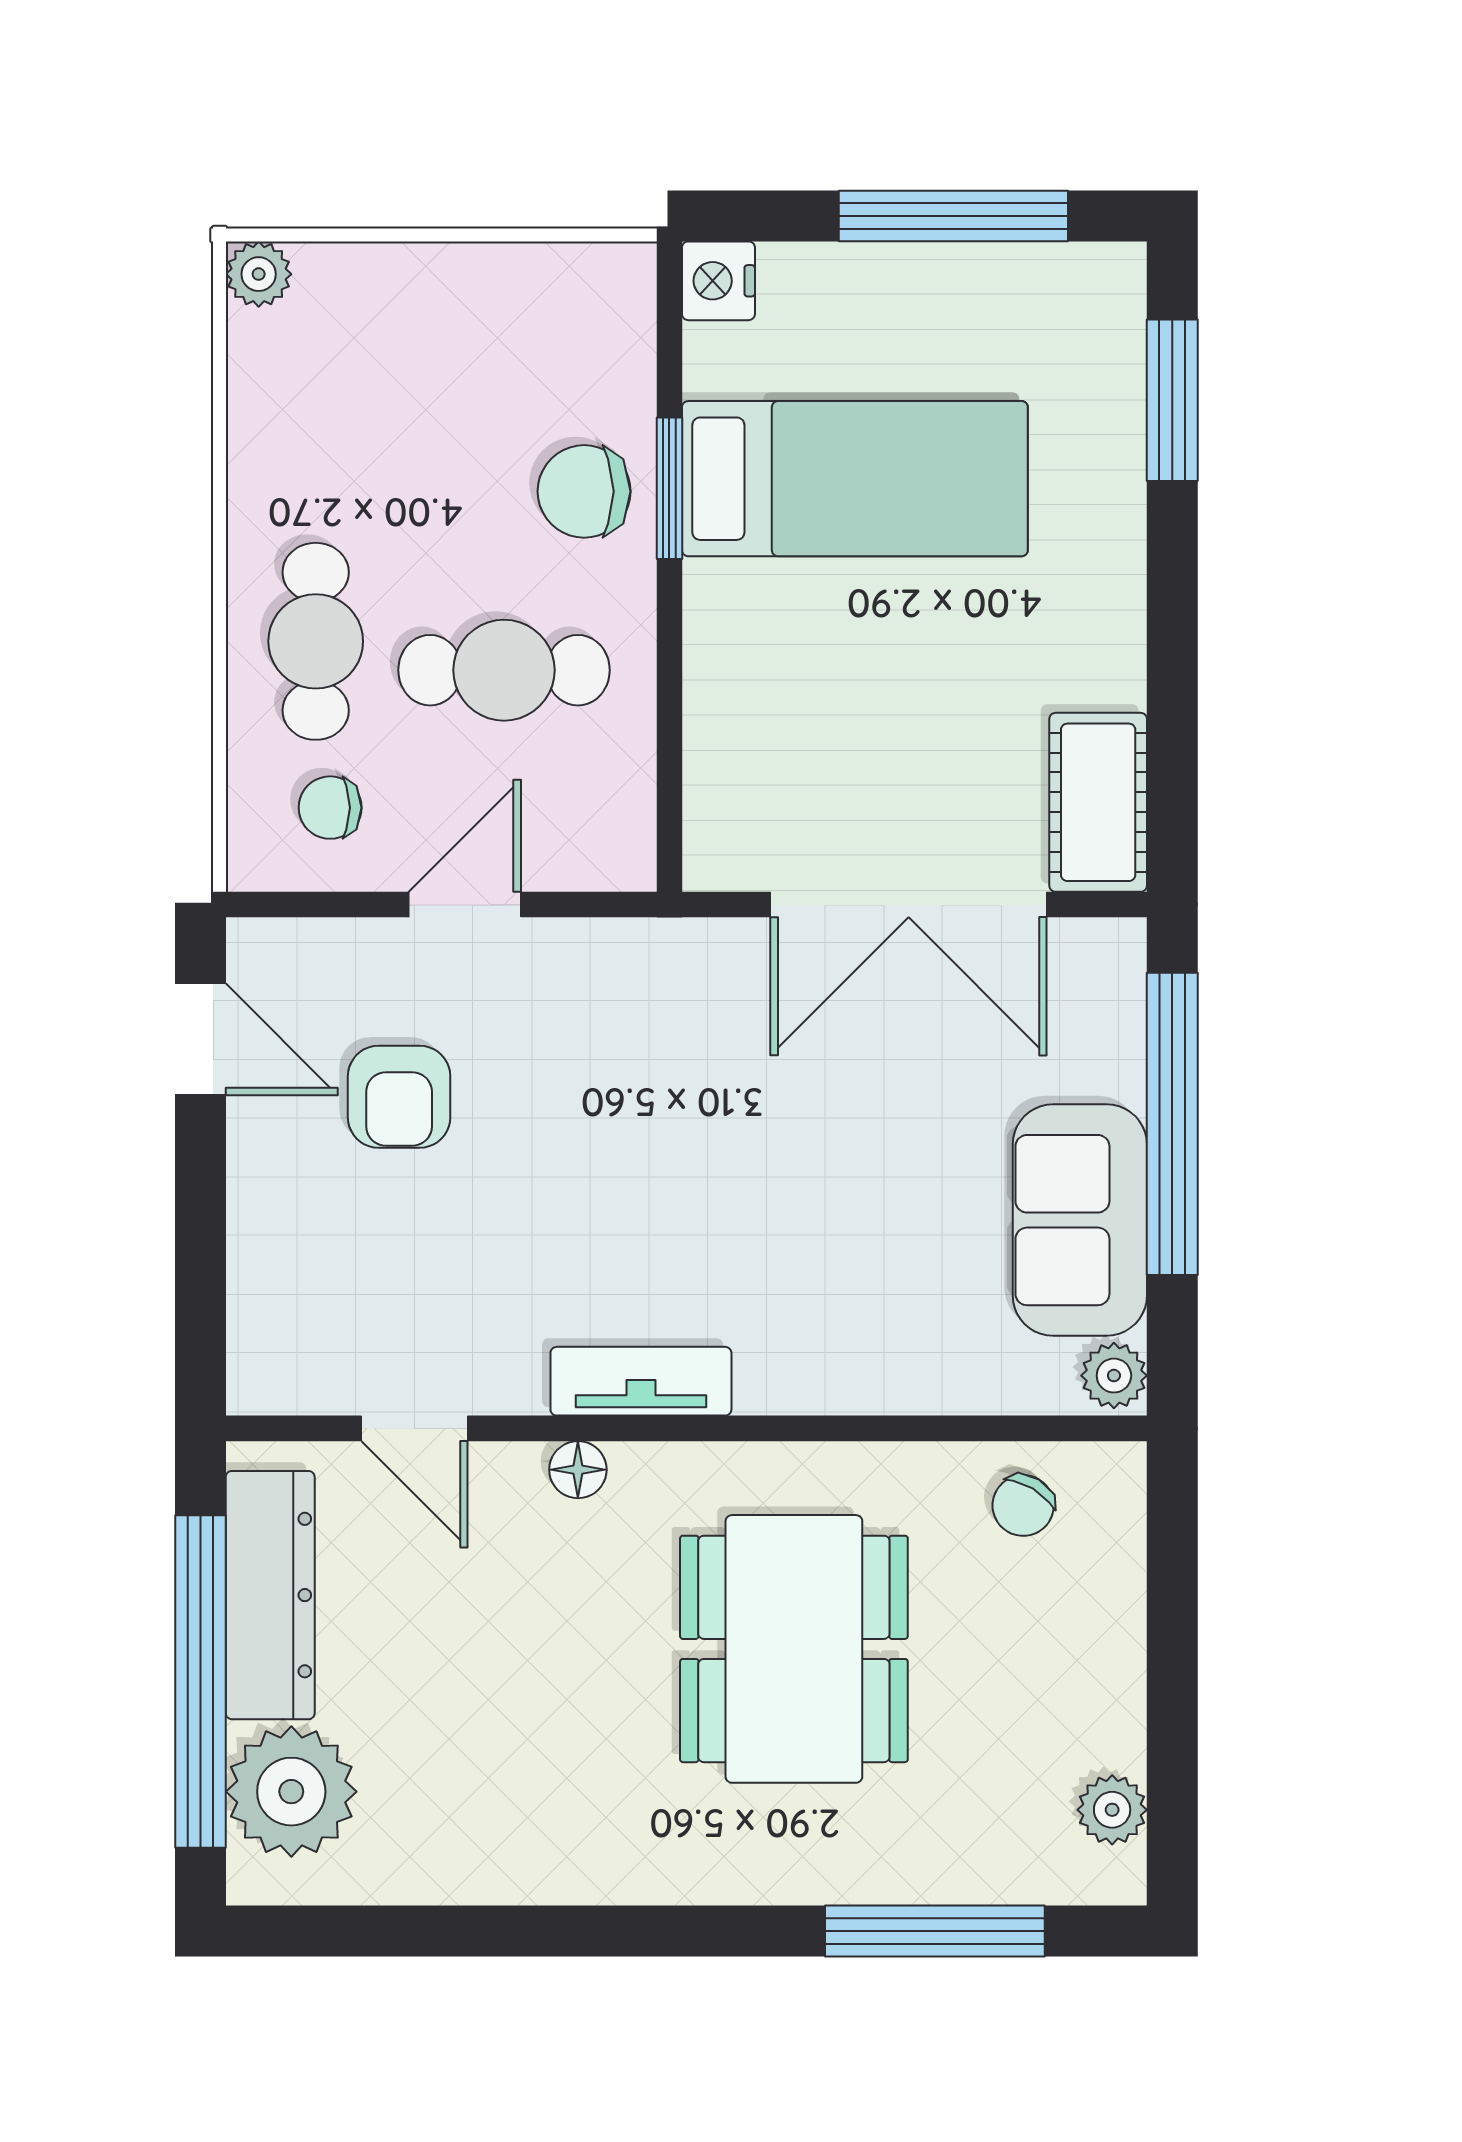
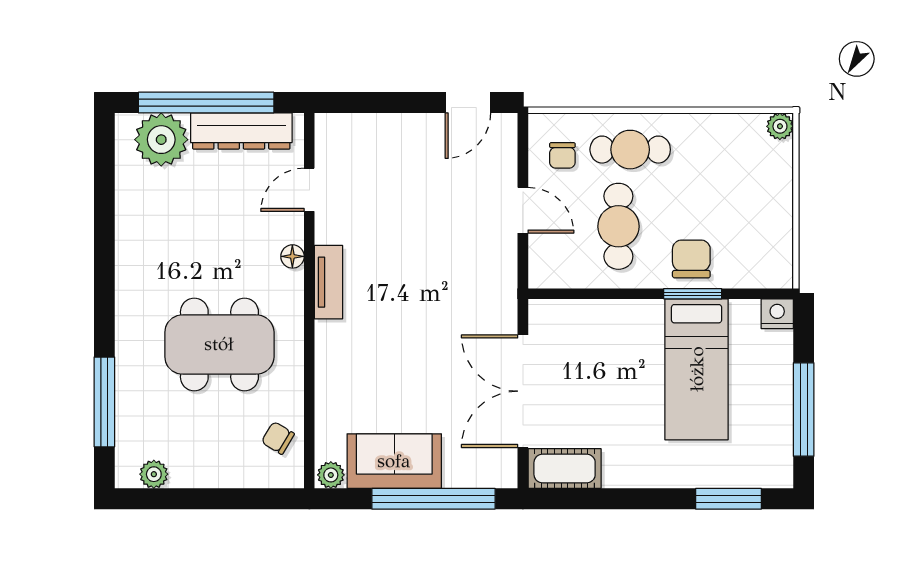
chair: (330, 808) -> (562, 155), turned 180
armchair: (399, 1097) -> (445, 184), removed

